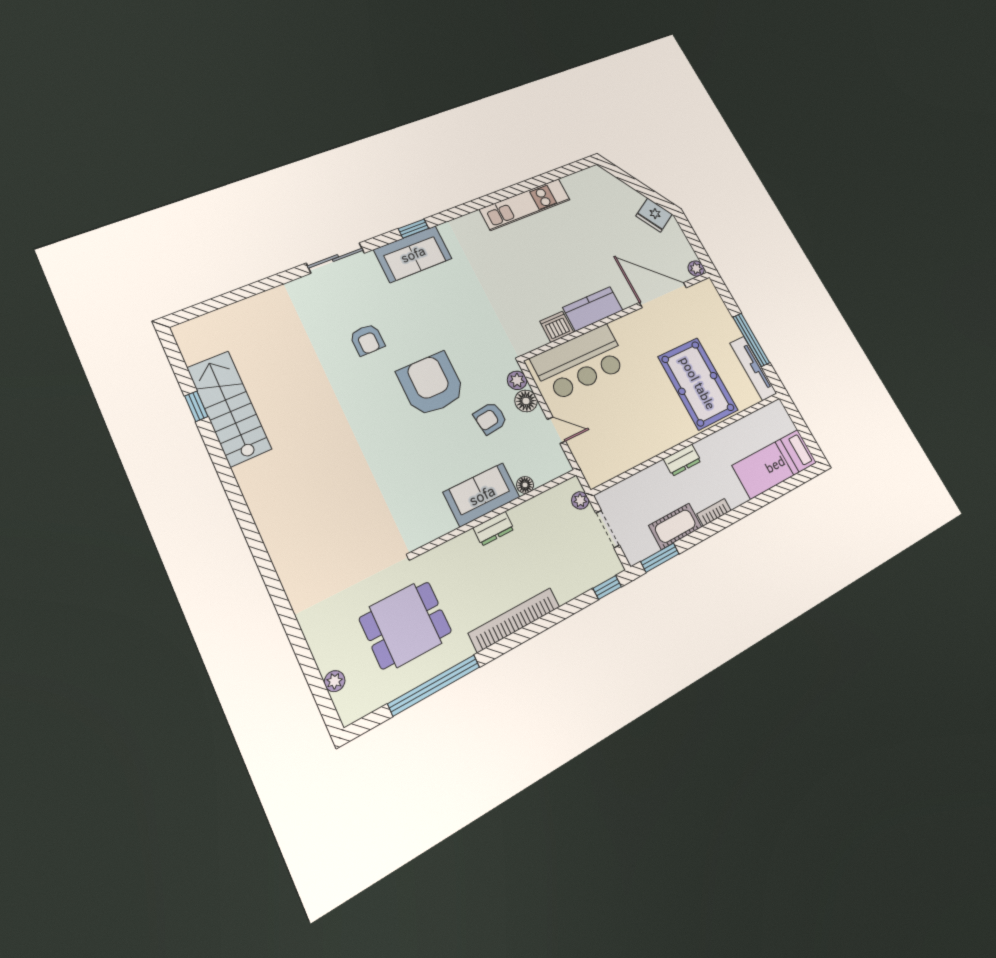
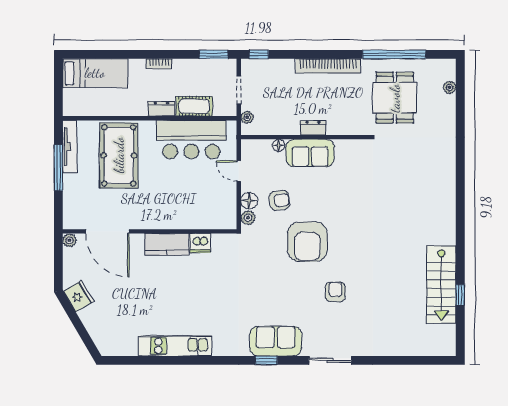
bar counter: (580, 362) -> (191, 140), moved, turned 180
cot: (675, 526) -> (194, 106), moved
dining table: (405, 625) -> (395, 98), turned 90

